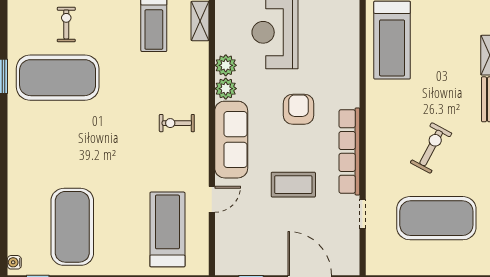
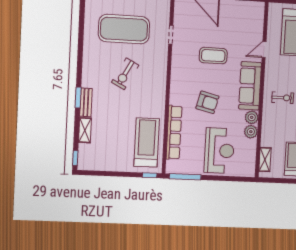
armchair: (299, 109) -> (207, 102), turned -76
row of seats: (349, 151) -> (174, 132), moved

